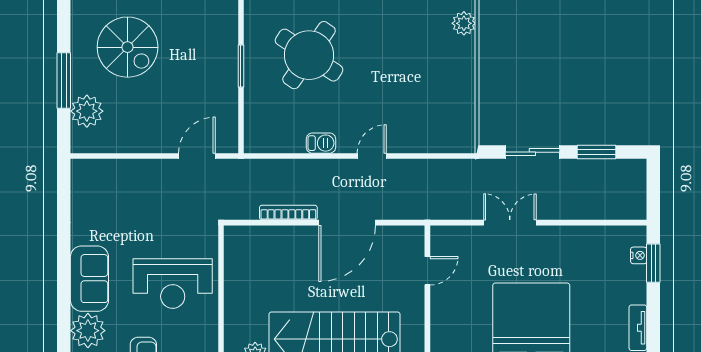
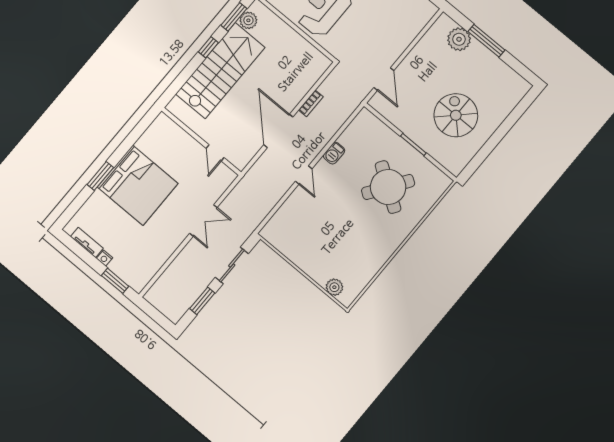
spiral stairs: (128, 47) -> (456, 115), moved, turned 90
bookcase: (288, 213) -> (311, 103), width x0.64
nightstand: (639, 255) -> (105, 258), moved

